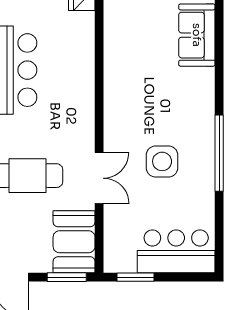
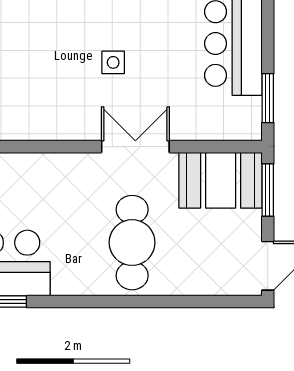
side table: (162, 161) -> (113, 62), width x0.54, depth x0.54

